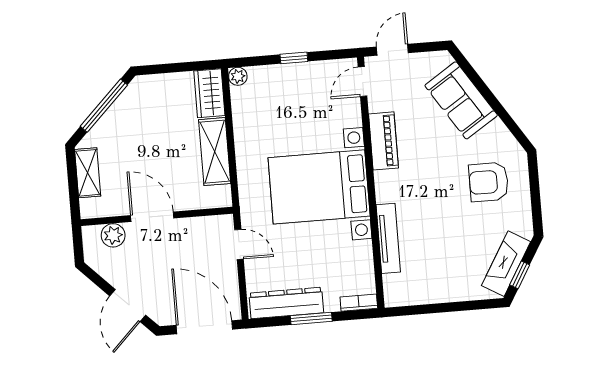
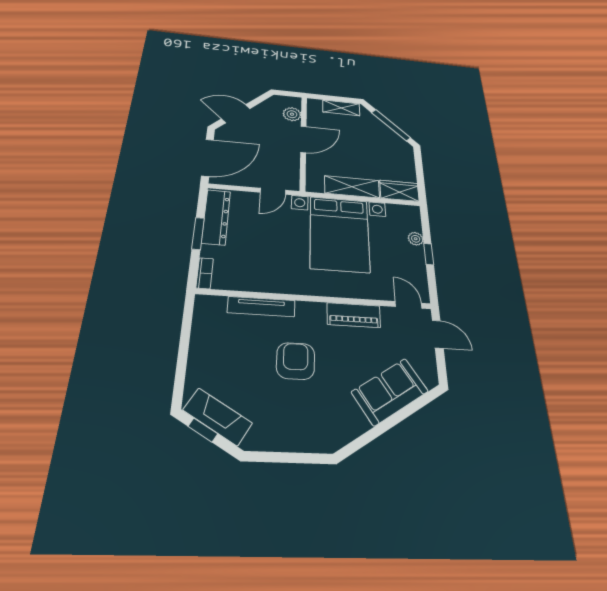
plant: (238, 76) -> (416, 239), moved
armchair: (489, 182) -> (296, 361), moved
bed with nightstands: (319, 187) -> (339, 234), moved, turned 180

